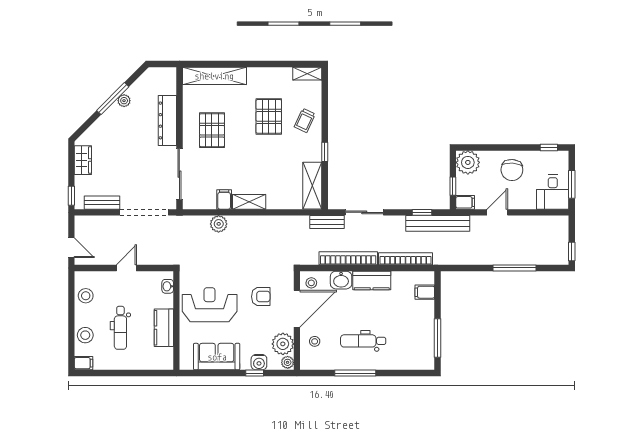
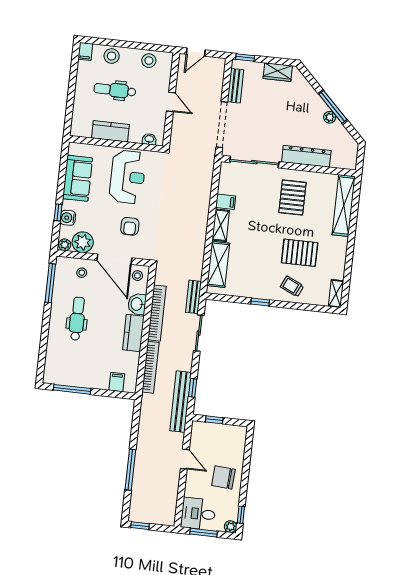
pallet: (212, 130) -> (292, 197), turned 90
plant: (468, 162) -> (231, 527), moved, width x0.53, depth x0.53
shelving: (312, 186) -> (218, 264), moved, turned 90
filing cabinet: (465, 202) -> (198, 430), removed
plant: (219, 224) -> (203, 194), removed
window: (355, 373) -> (50, 283), moved

